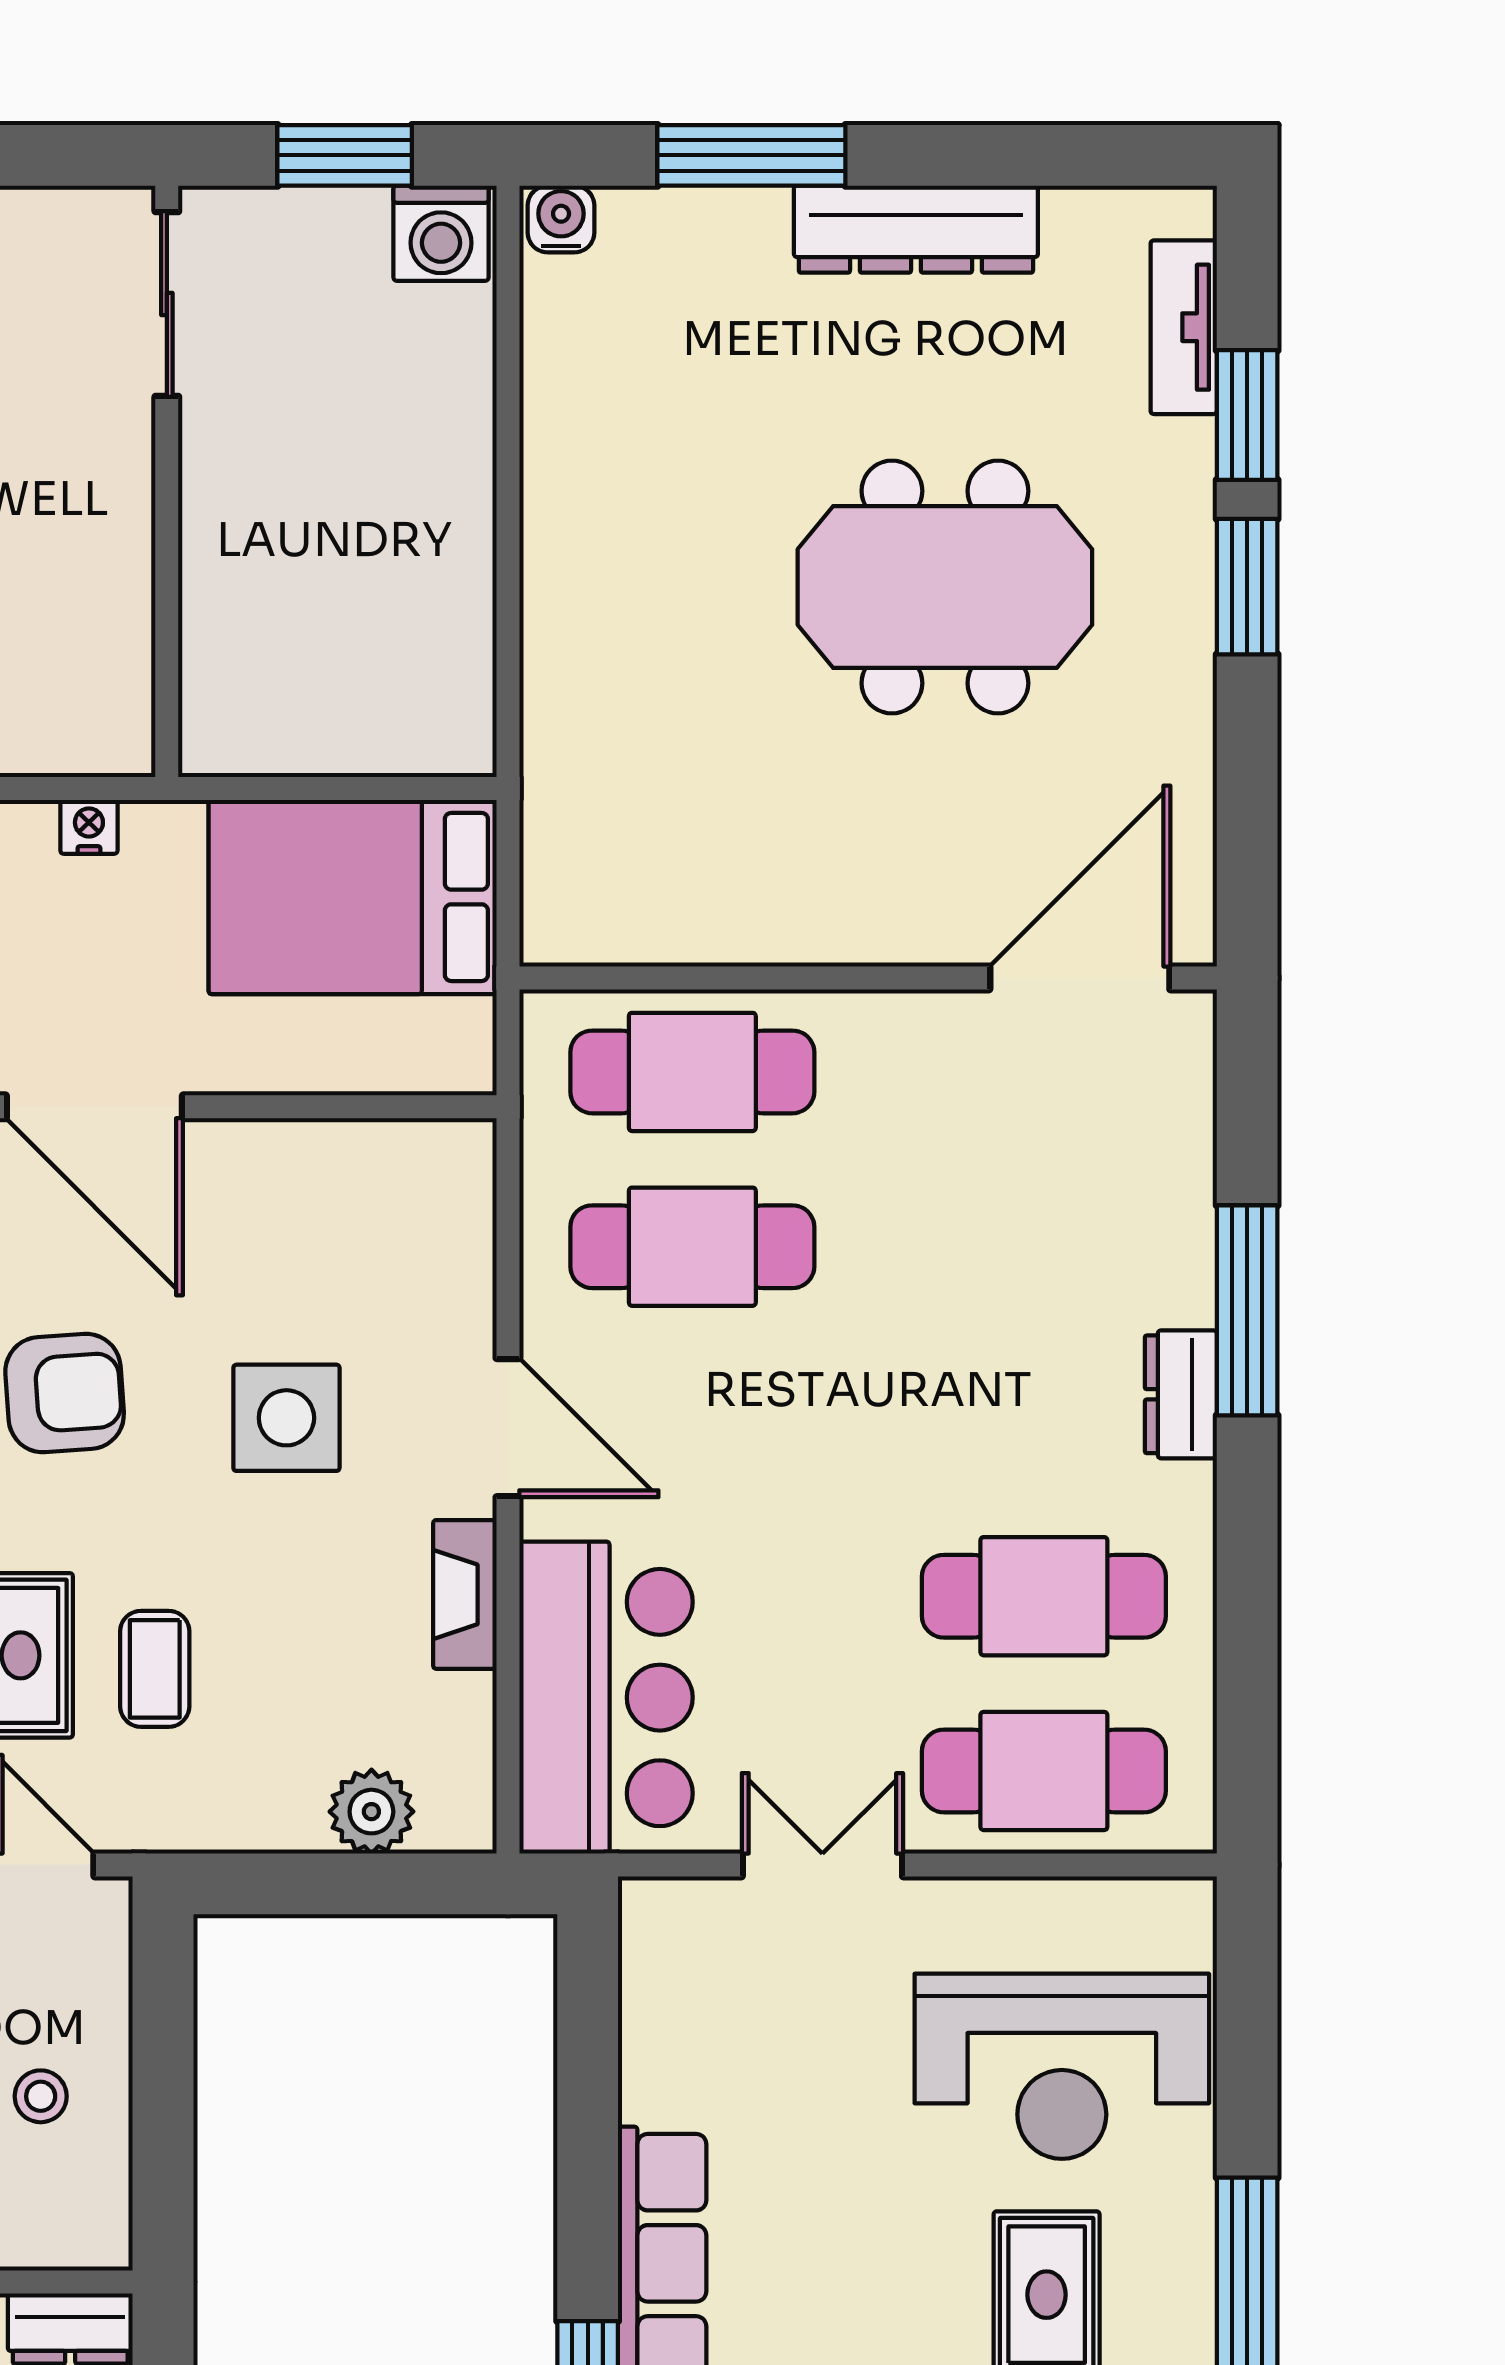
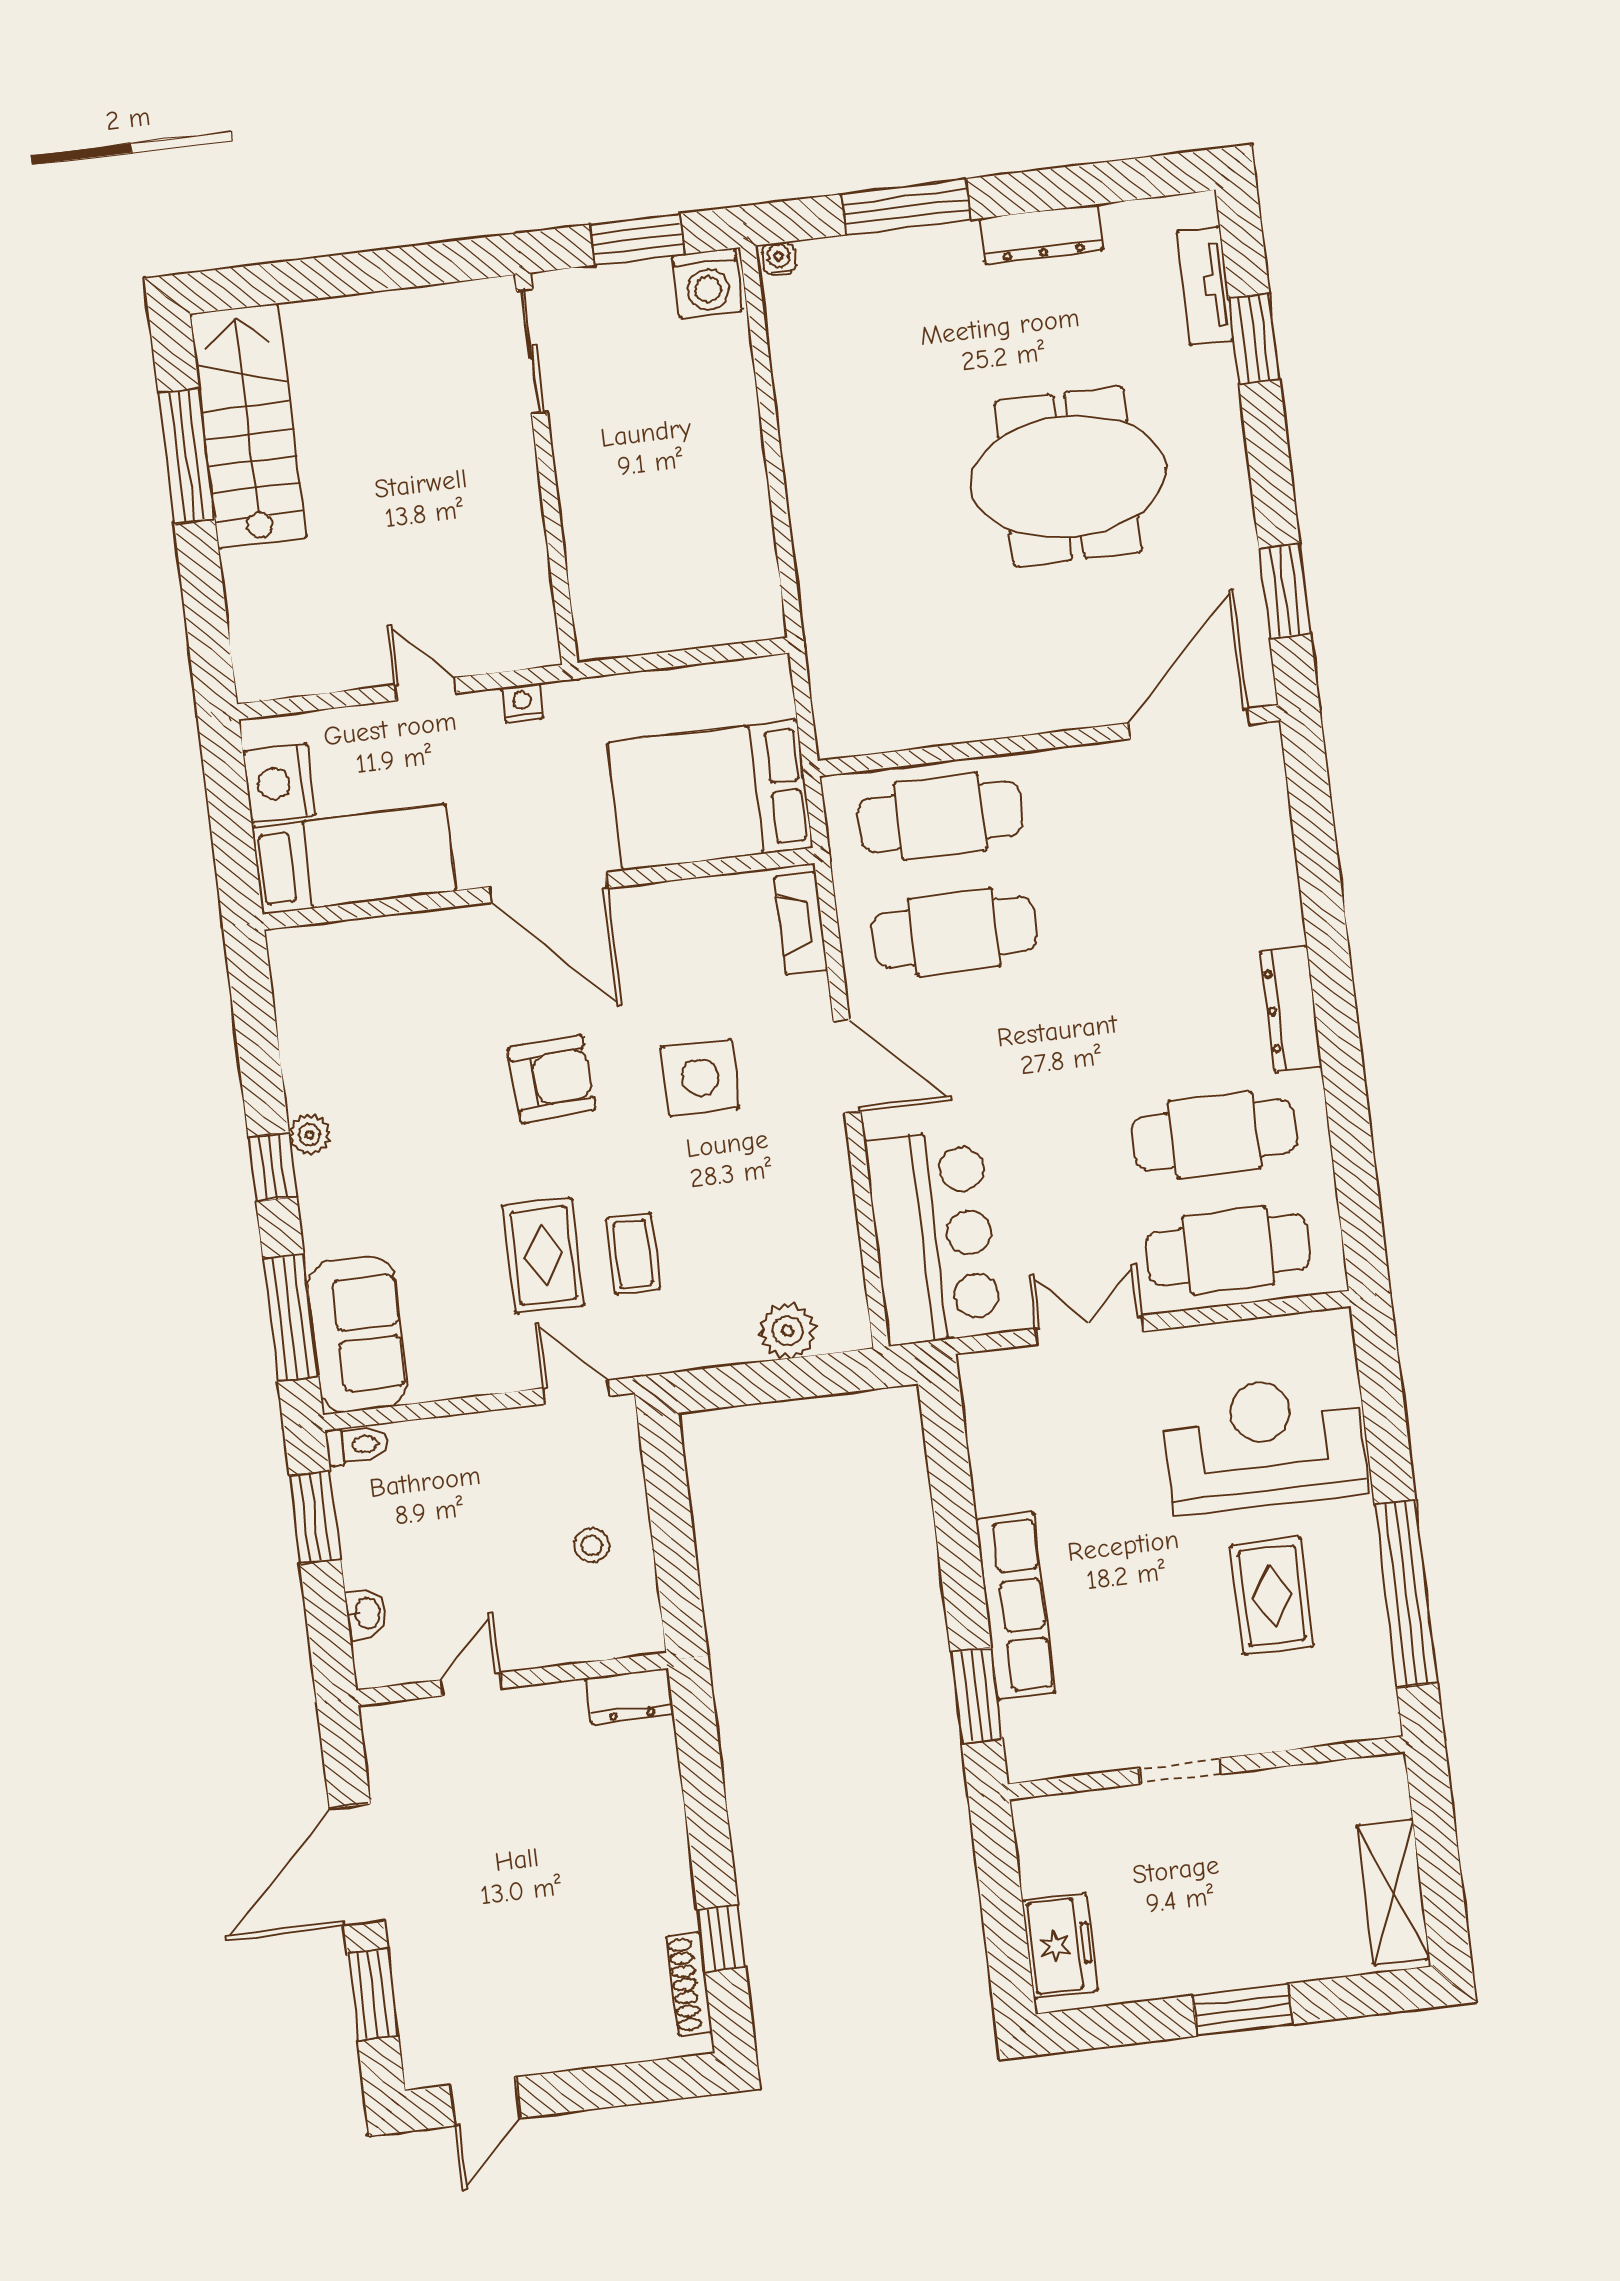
water cooler: (561, 219) -> (779, 259), width x0.72, depth x0.72
dresser: (916, 229) -> (1041, 234), width x0.73, depth x0.80
window: (1247, 587) -> (1285, 591), moved
bed: (353, 897) -> (710, 795), moved
window: (1247, 1310) -> (1326, 930), removed
dresser: (1181, 1394) -> (1291, 1009), width x1.44
fireplace: (465, 1594) -> (801, 923), moved
reception desk: (1062, 2066) -> (1264, 1444), turned 180

